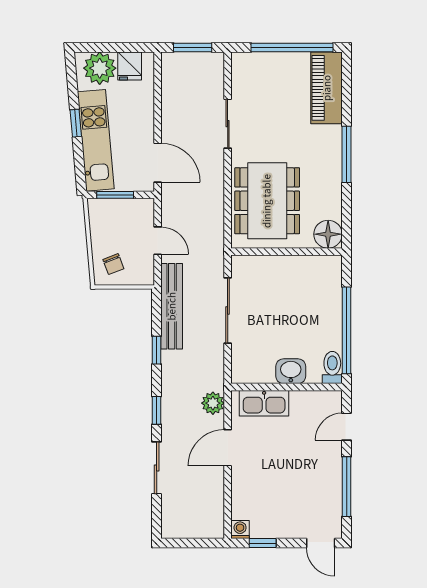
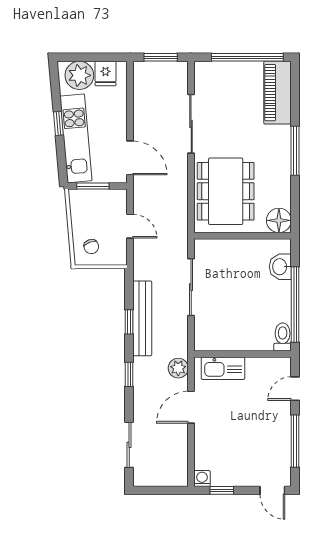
sliding door: (228, 124) -> (191, 124), width x1.37
bench: (172, 306) -> (142, 318), moved
washbasin: (291, 371) -> (280, 267), moved, turned -90
sliding door: (157, 468) -> (129, 445), moved

